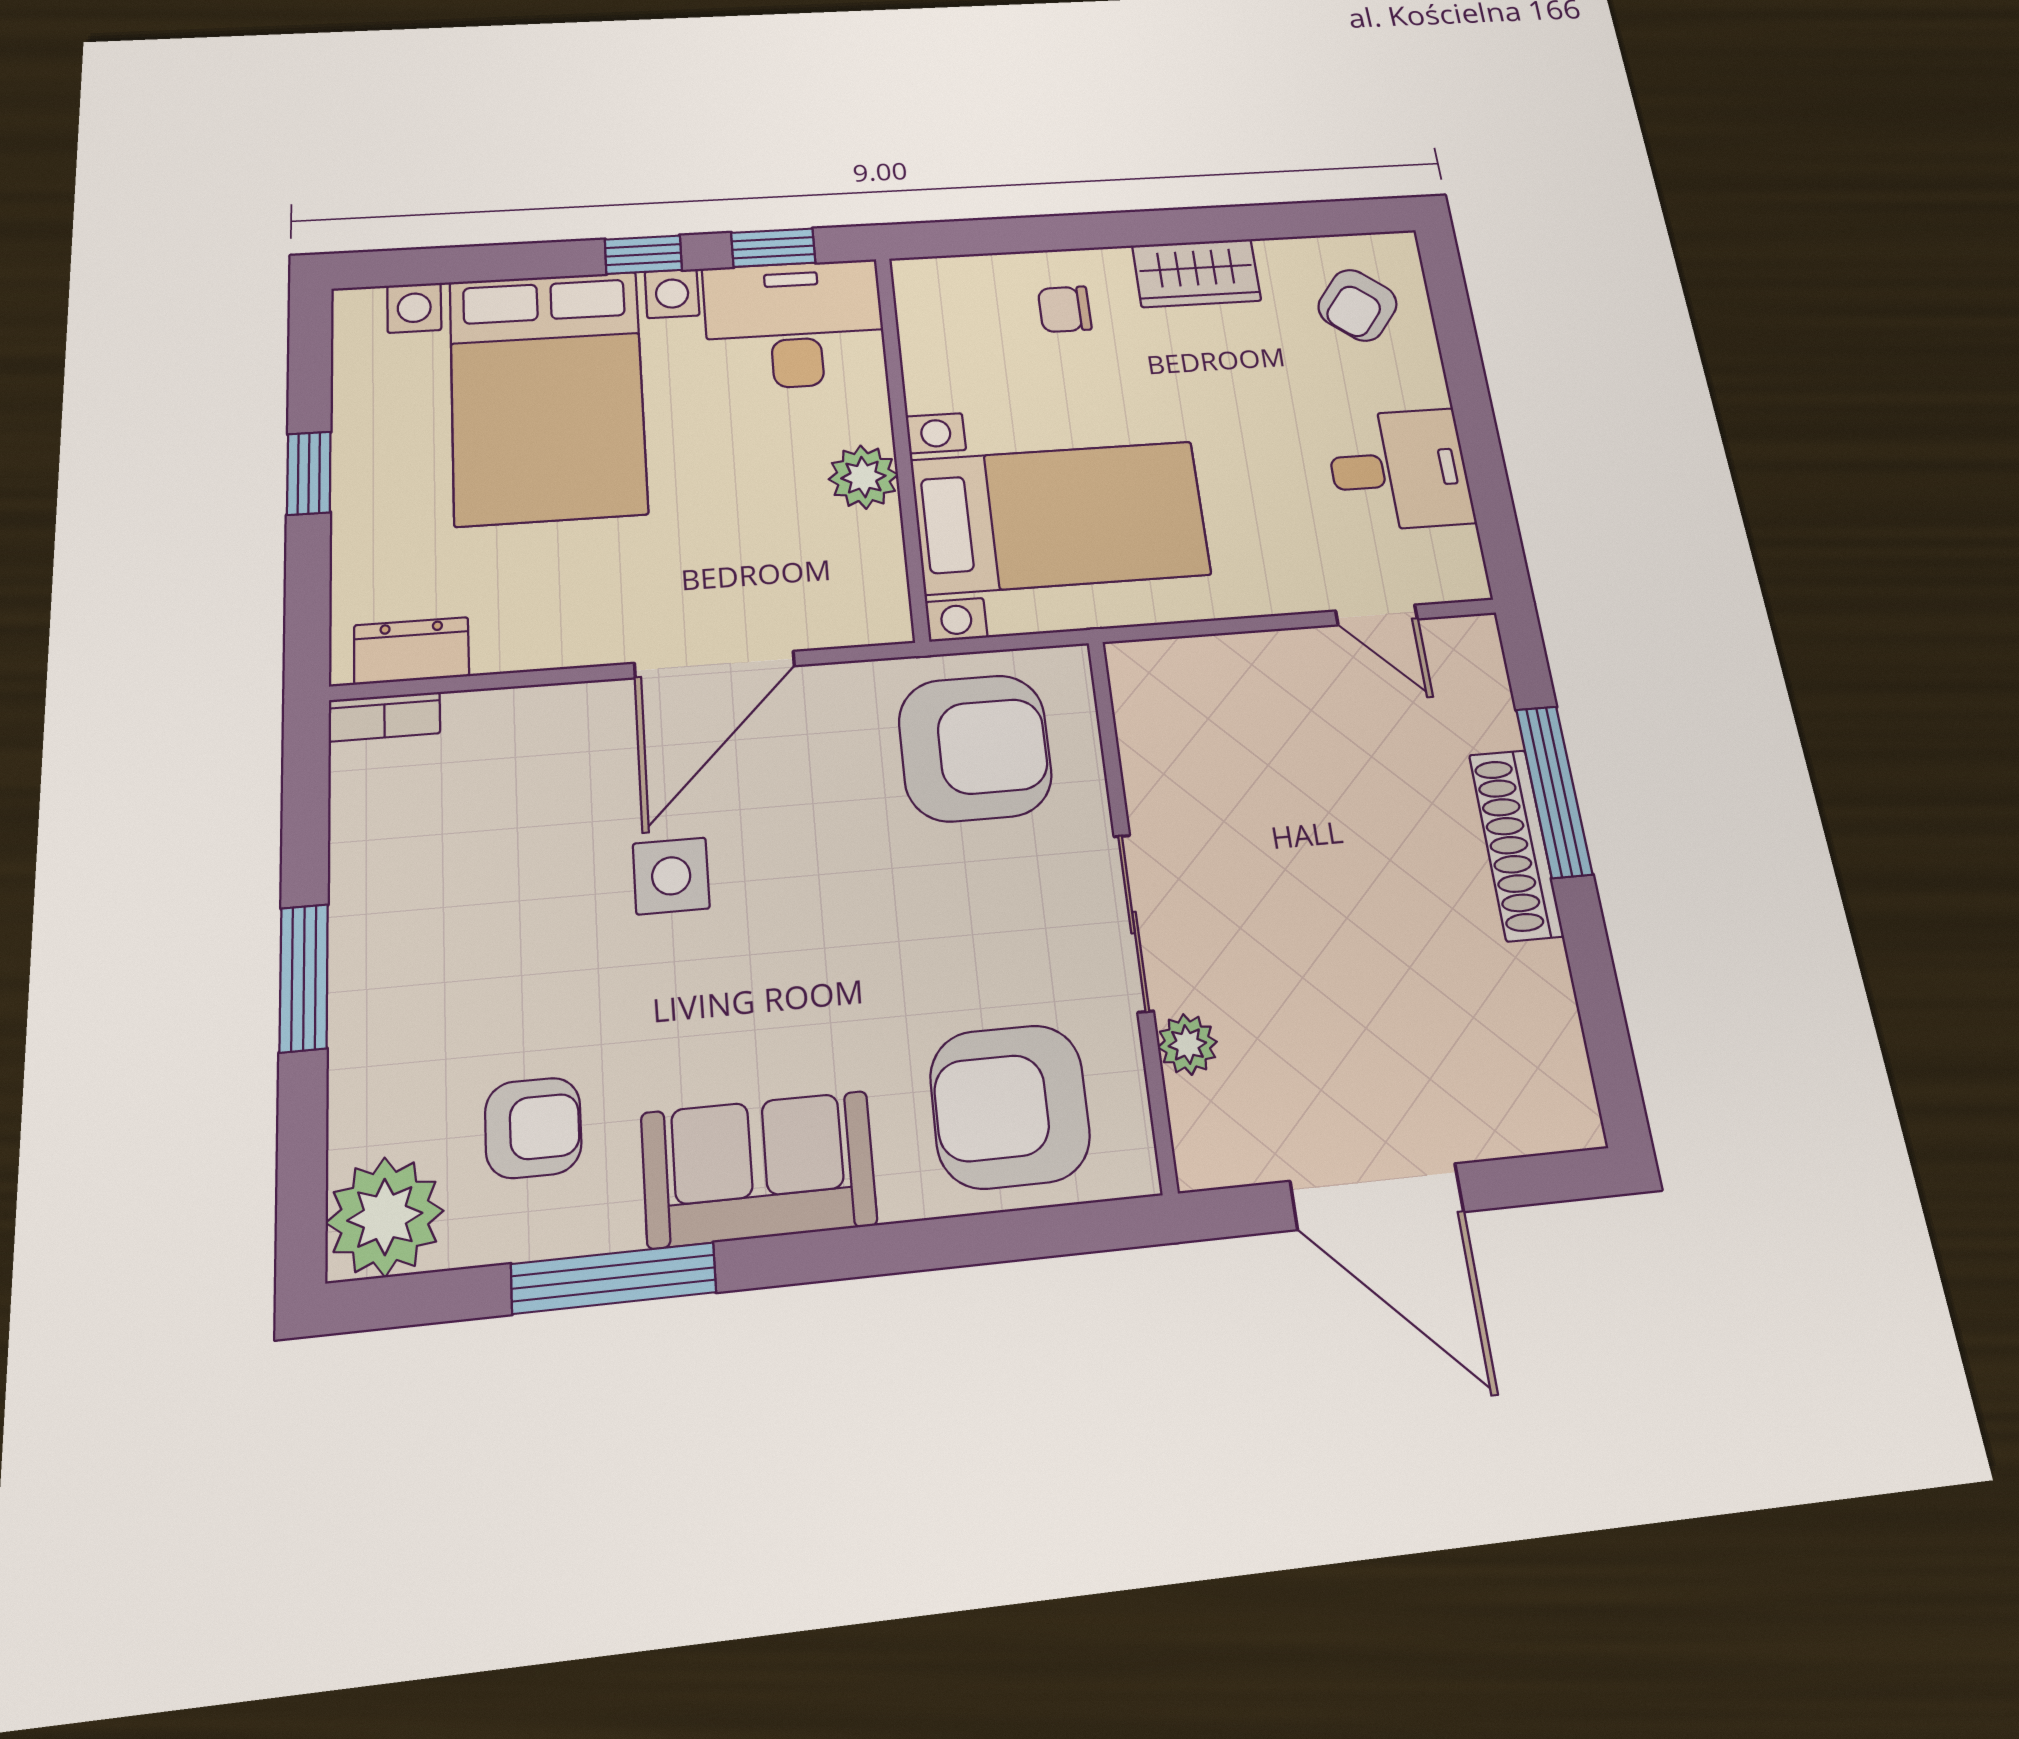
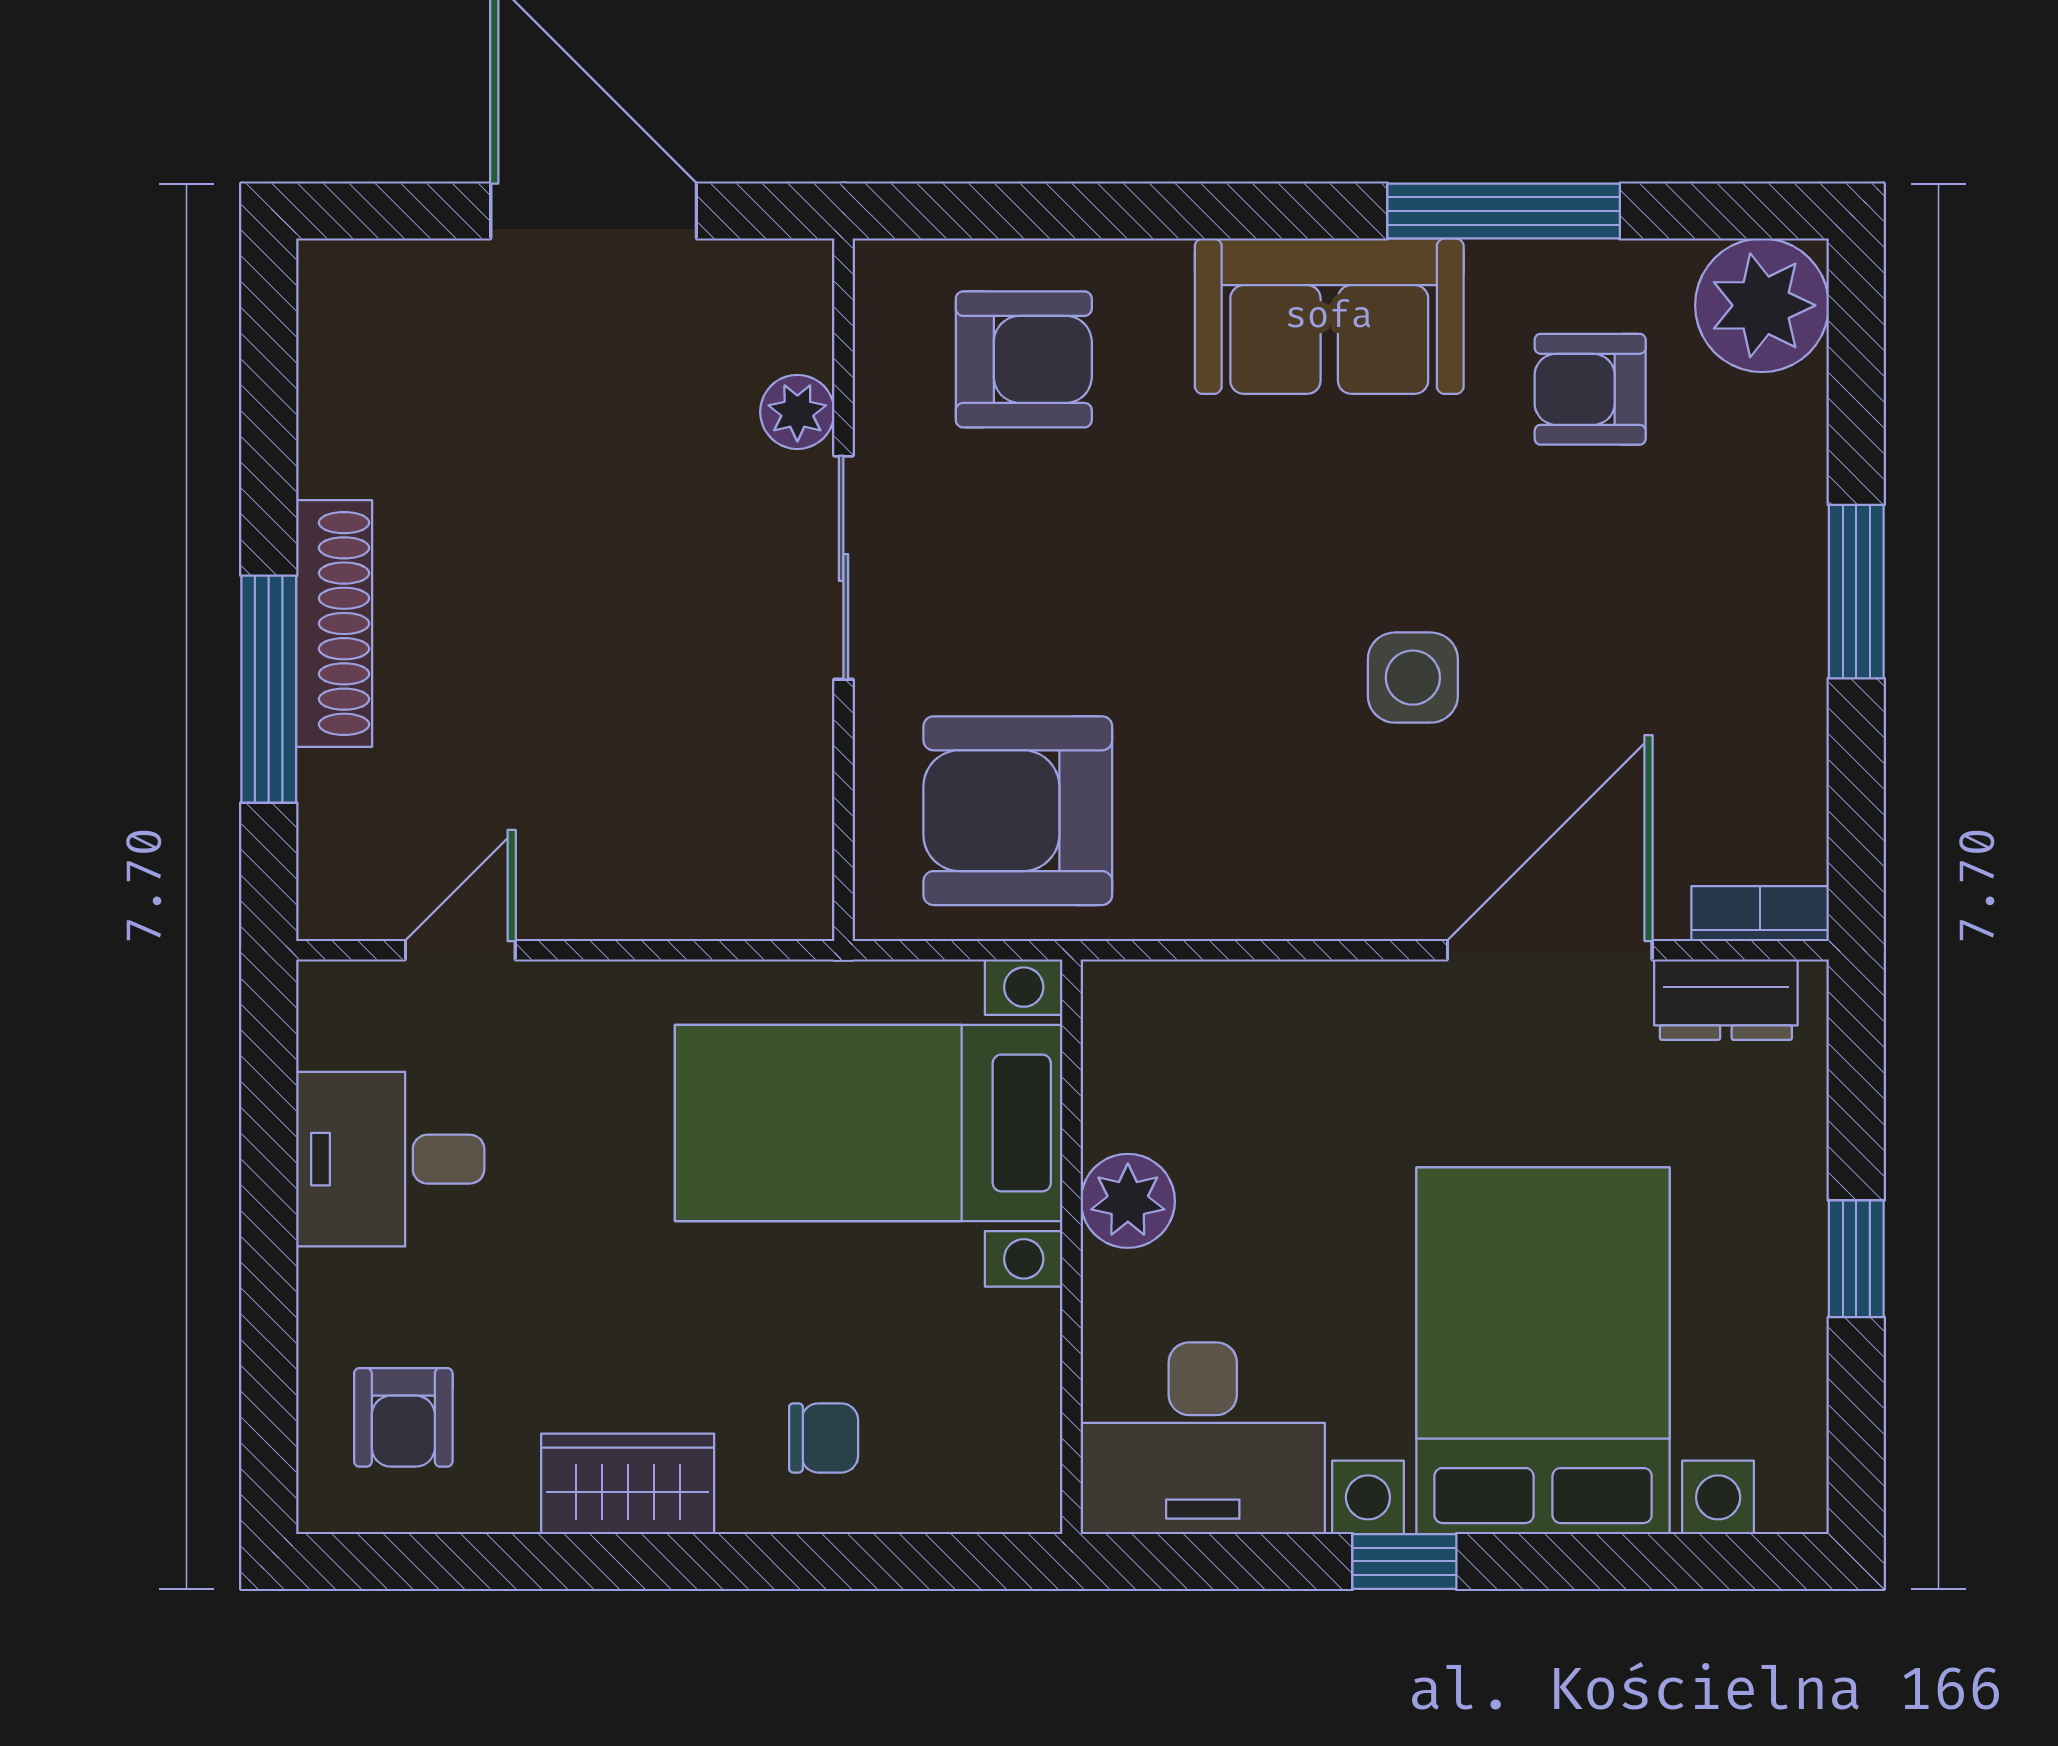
window: (773, 248) -> (1223, 1561), removed
armchair: (1358, 305) -> (403, 1417), turned 142
door: (1376, 615) -> (460, 950), hinge flipped
door: (715, 665) -> (1550, 950), moved
armchair: (1010, 1106) -> (1024, 359), width x0.73, depth x0.73

